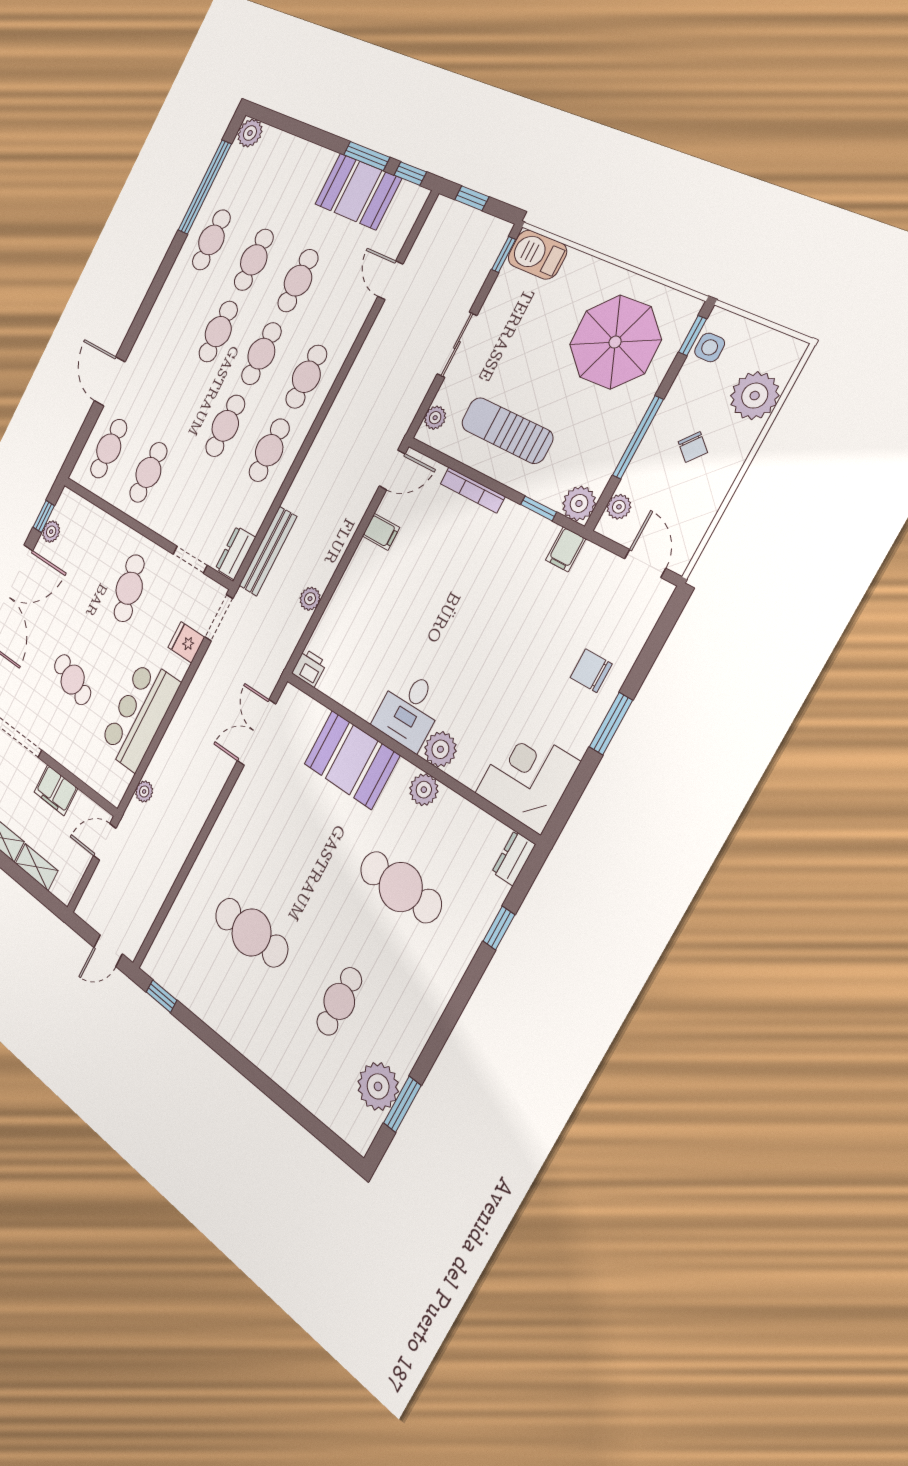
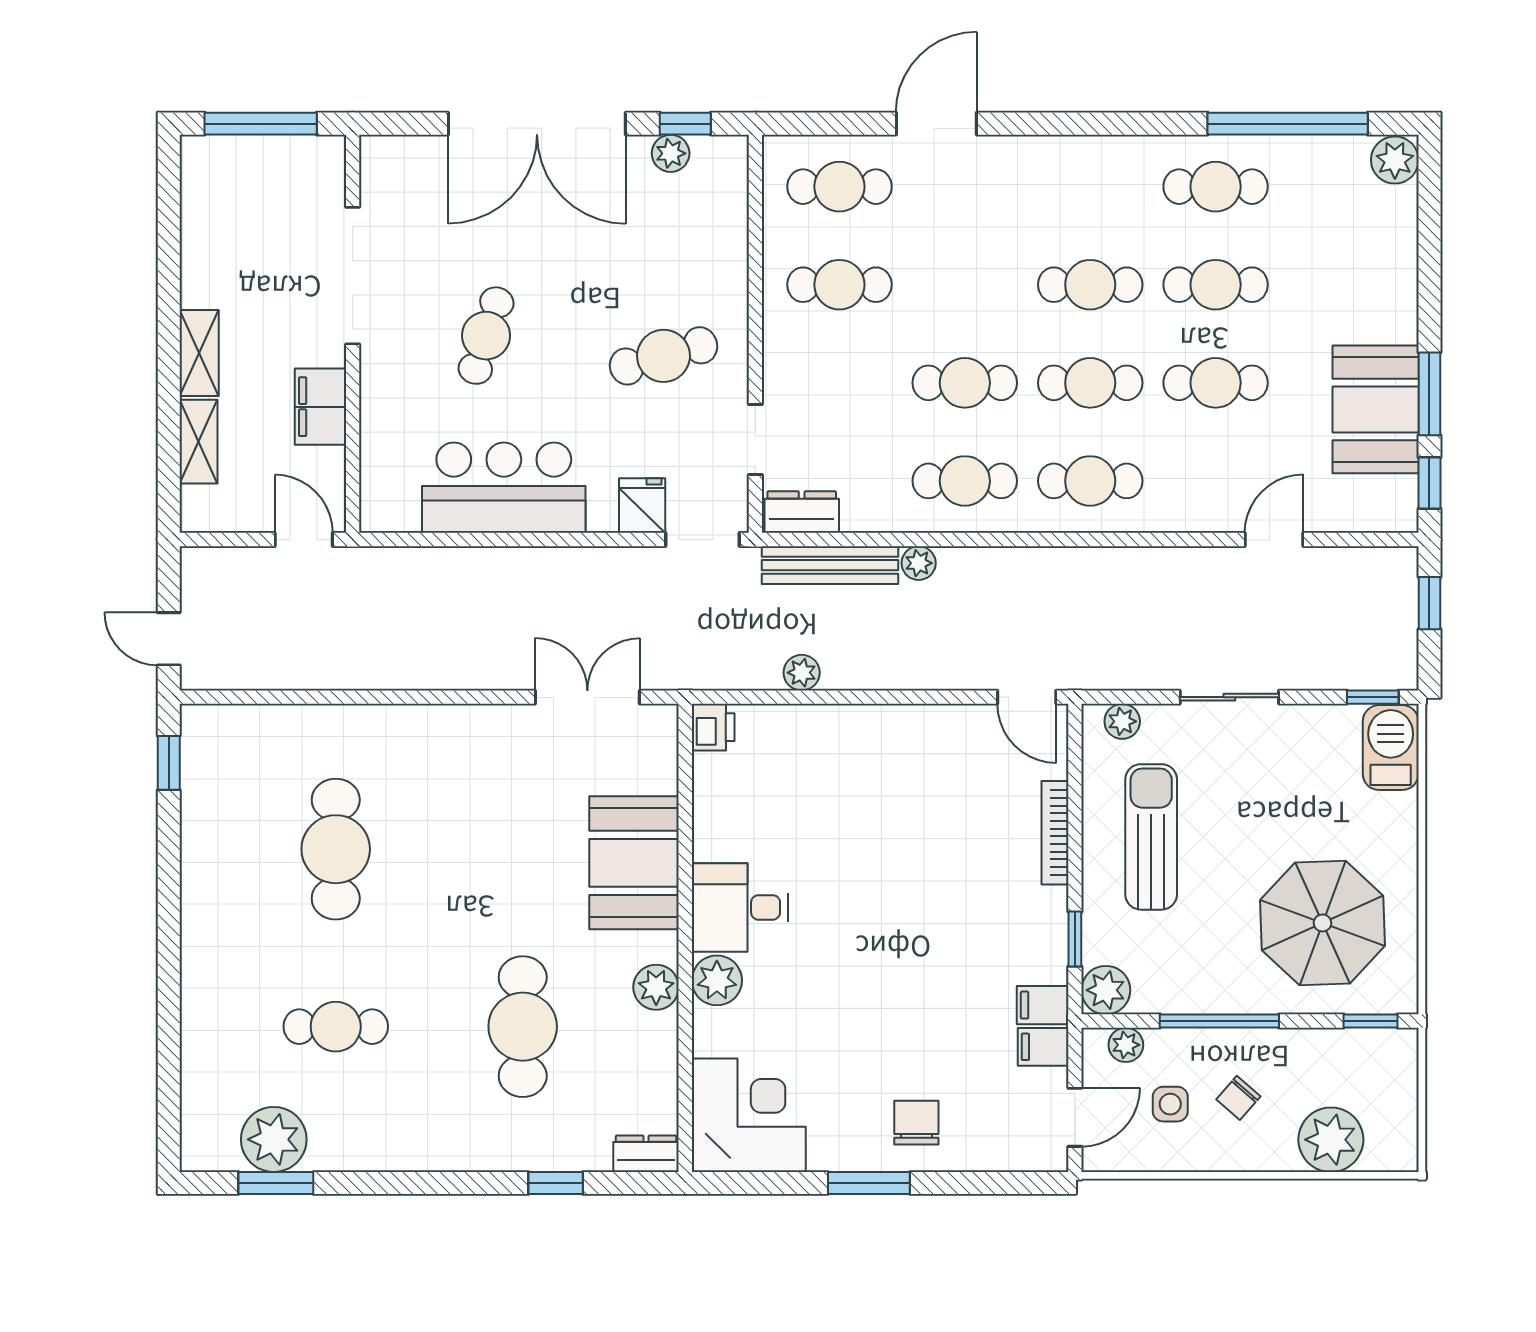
side table: (710, 347) -> (1170, 1104), moved
filing cabinet: (381, 532) -> (1043, 1047), moved, turned 90
plant: (144, 791) -> (919, 563), moved

